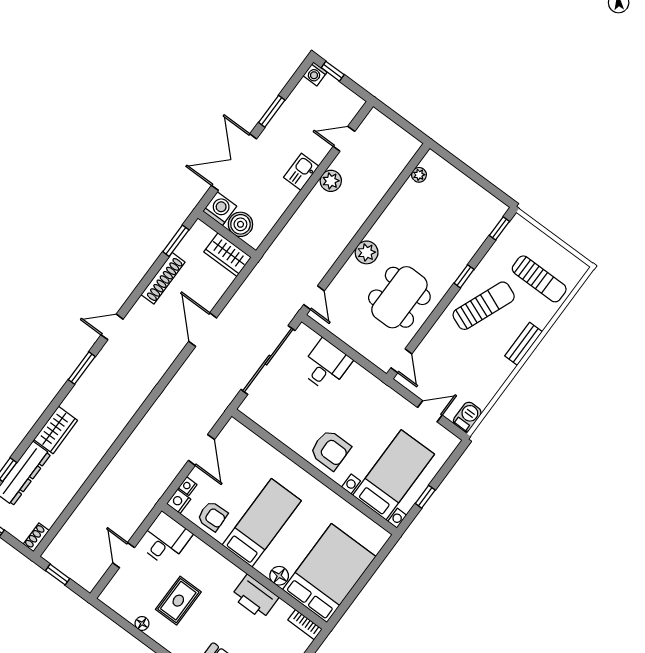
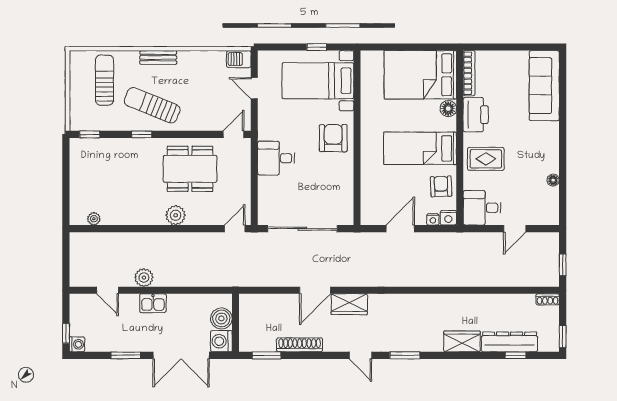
wardrobe: (228, 255) -> (349, 304), moved, turned 90
desk: (326, 365) -> (276, 158), moved
rug: (178, 601) -> (486, 159), moved
bookcase: (305, 625) -> (469, 73), width x1.56

